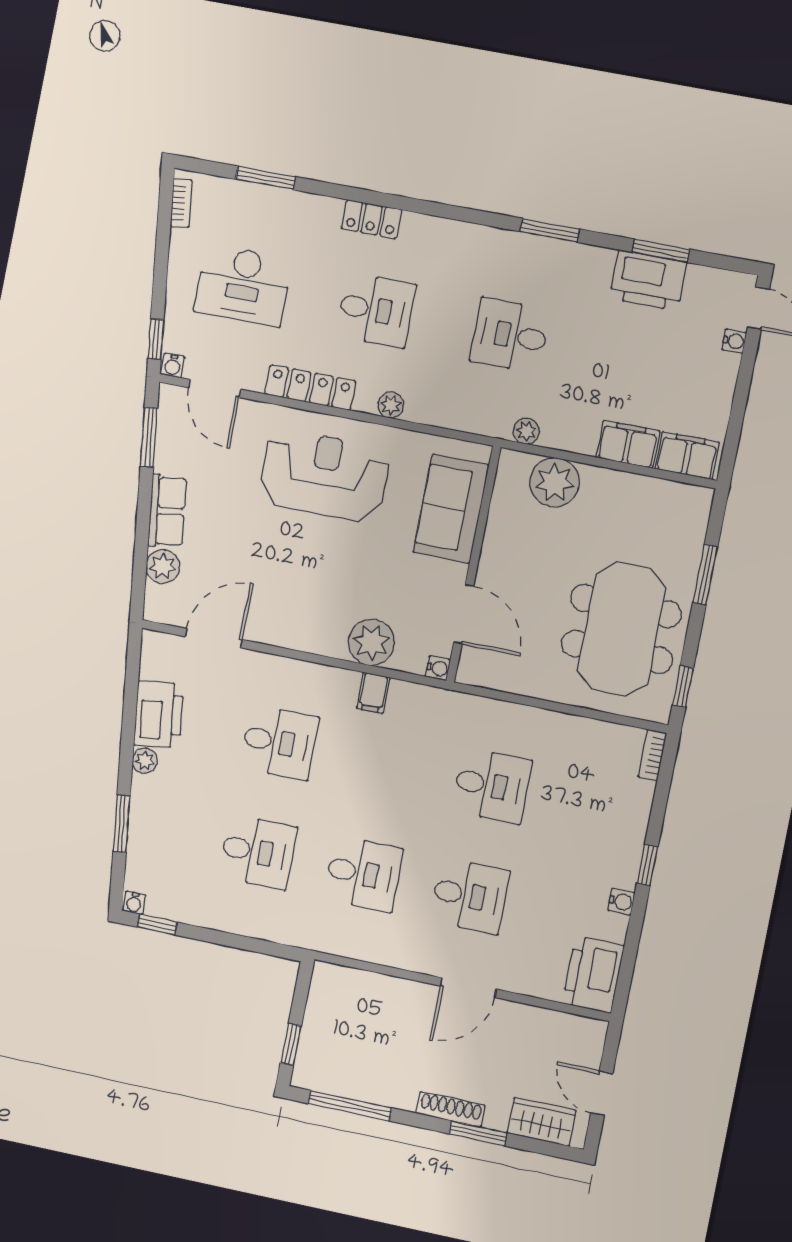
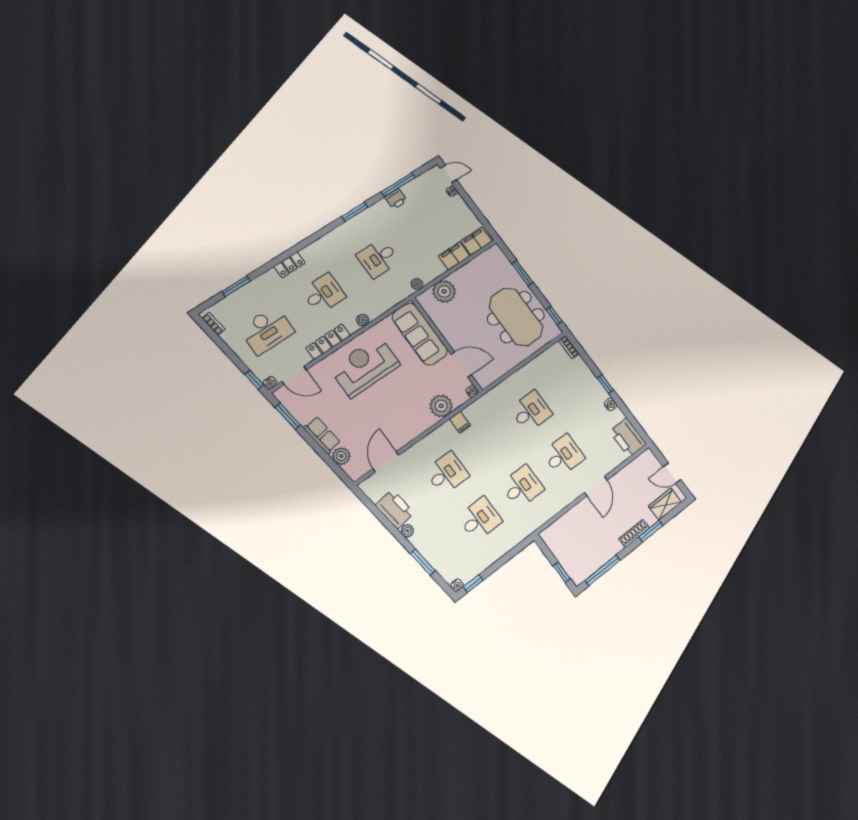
window: (661, 251) -> (398, 185), width x1.44
printer: (648, 280) -> (396, 199), width x0.53, depth x0.68
sofa: (451, 509) -> (420, 334), width x1.36

